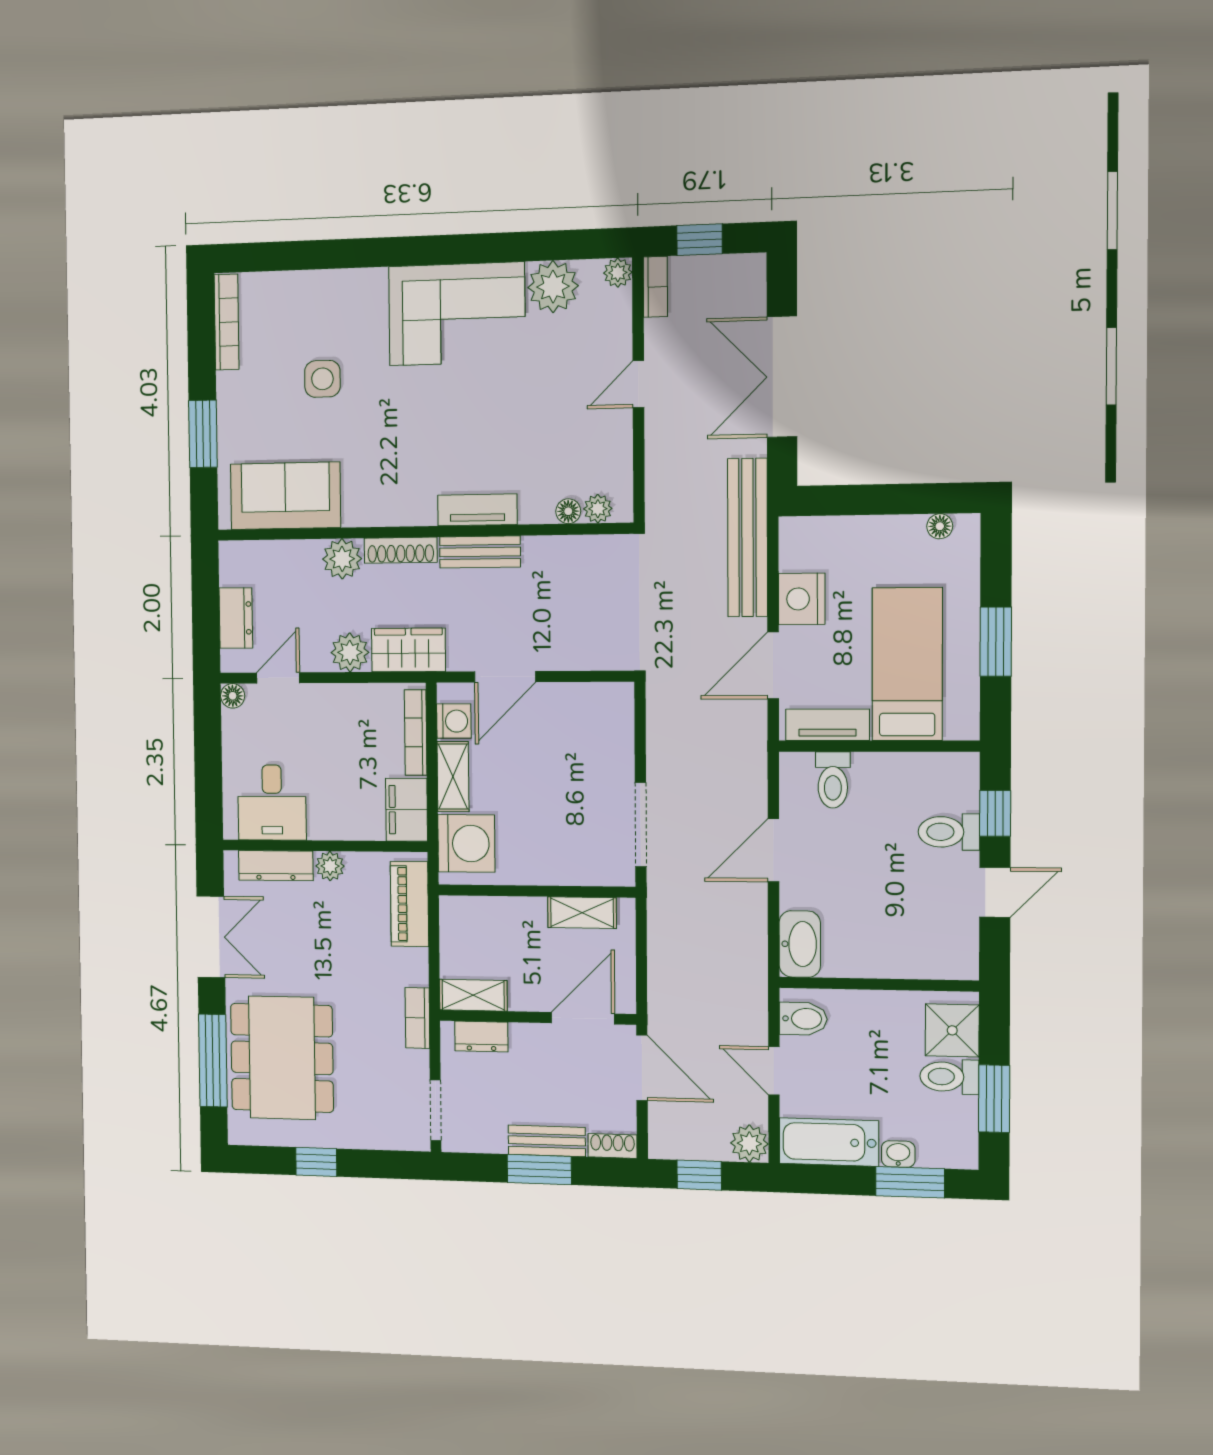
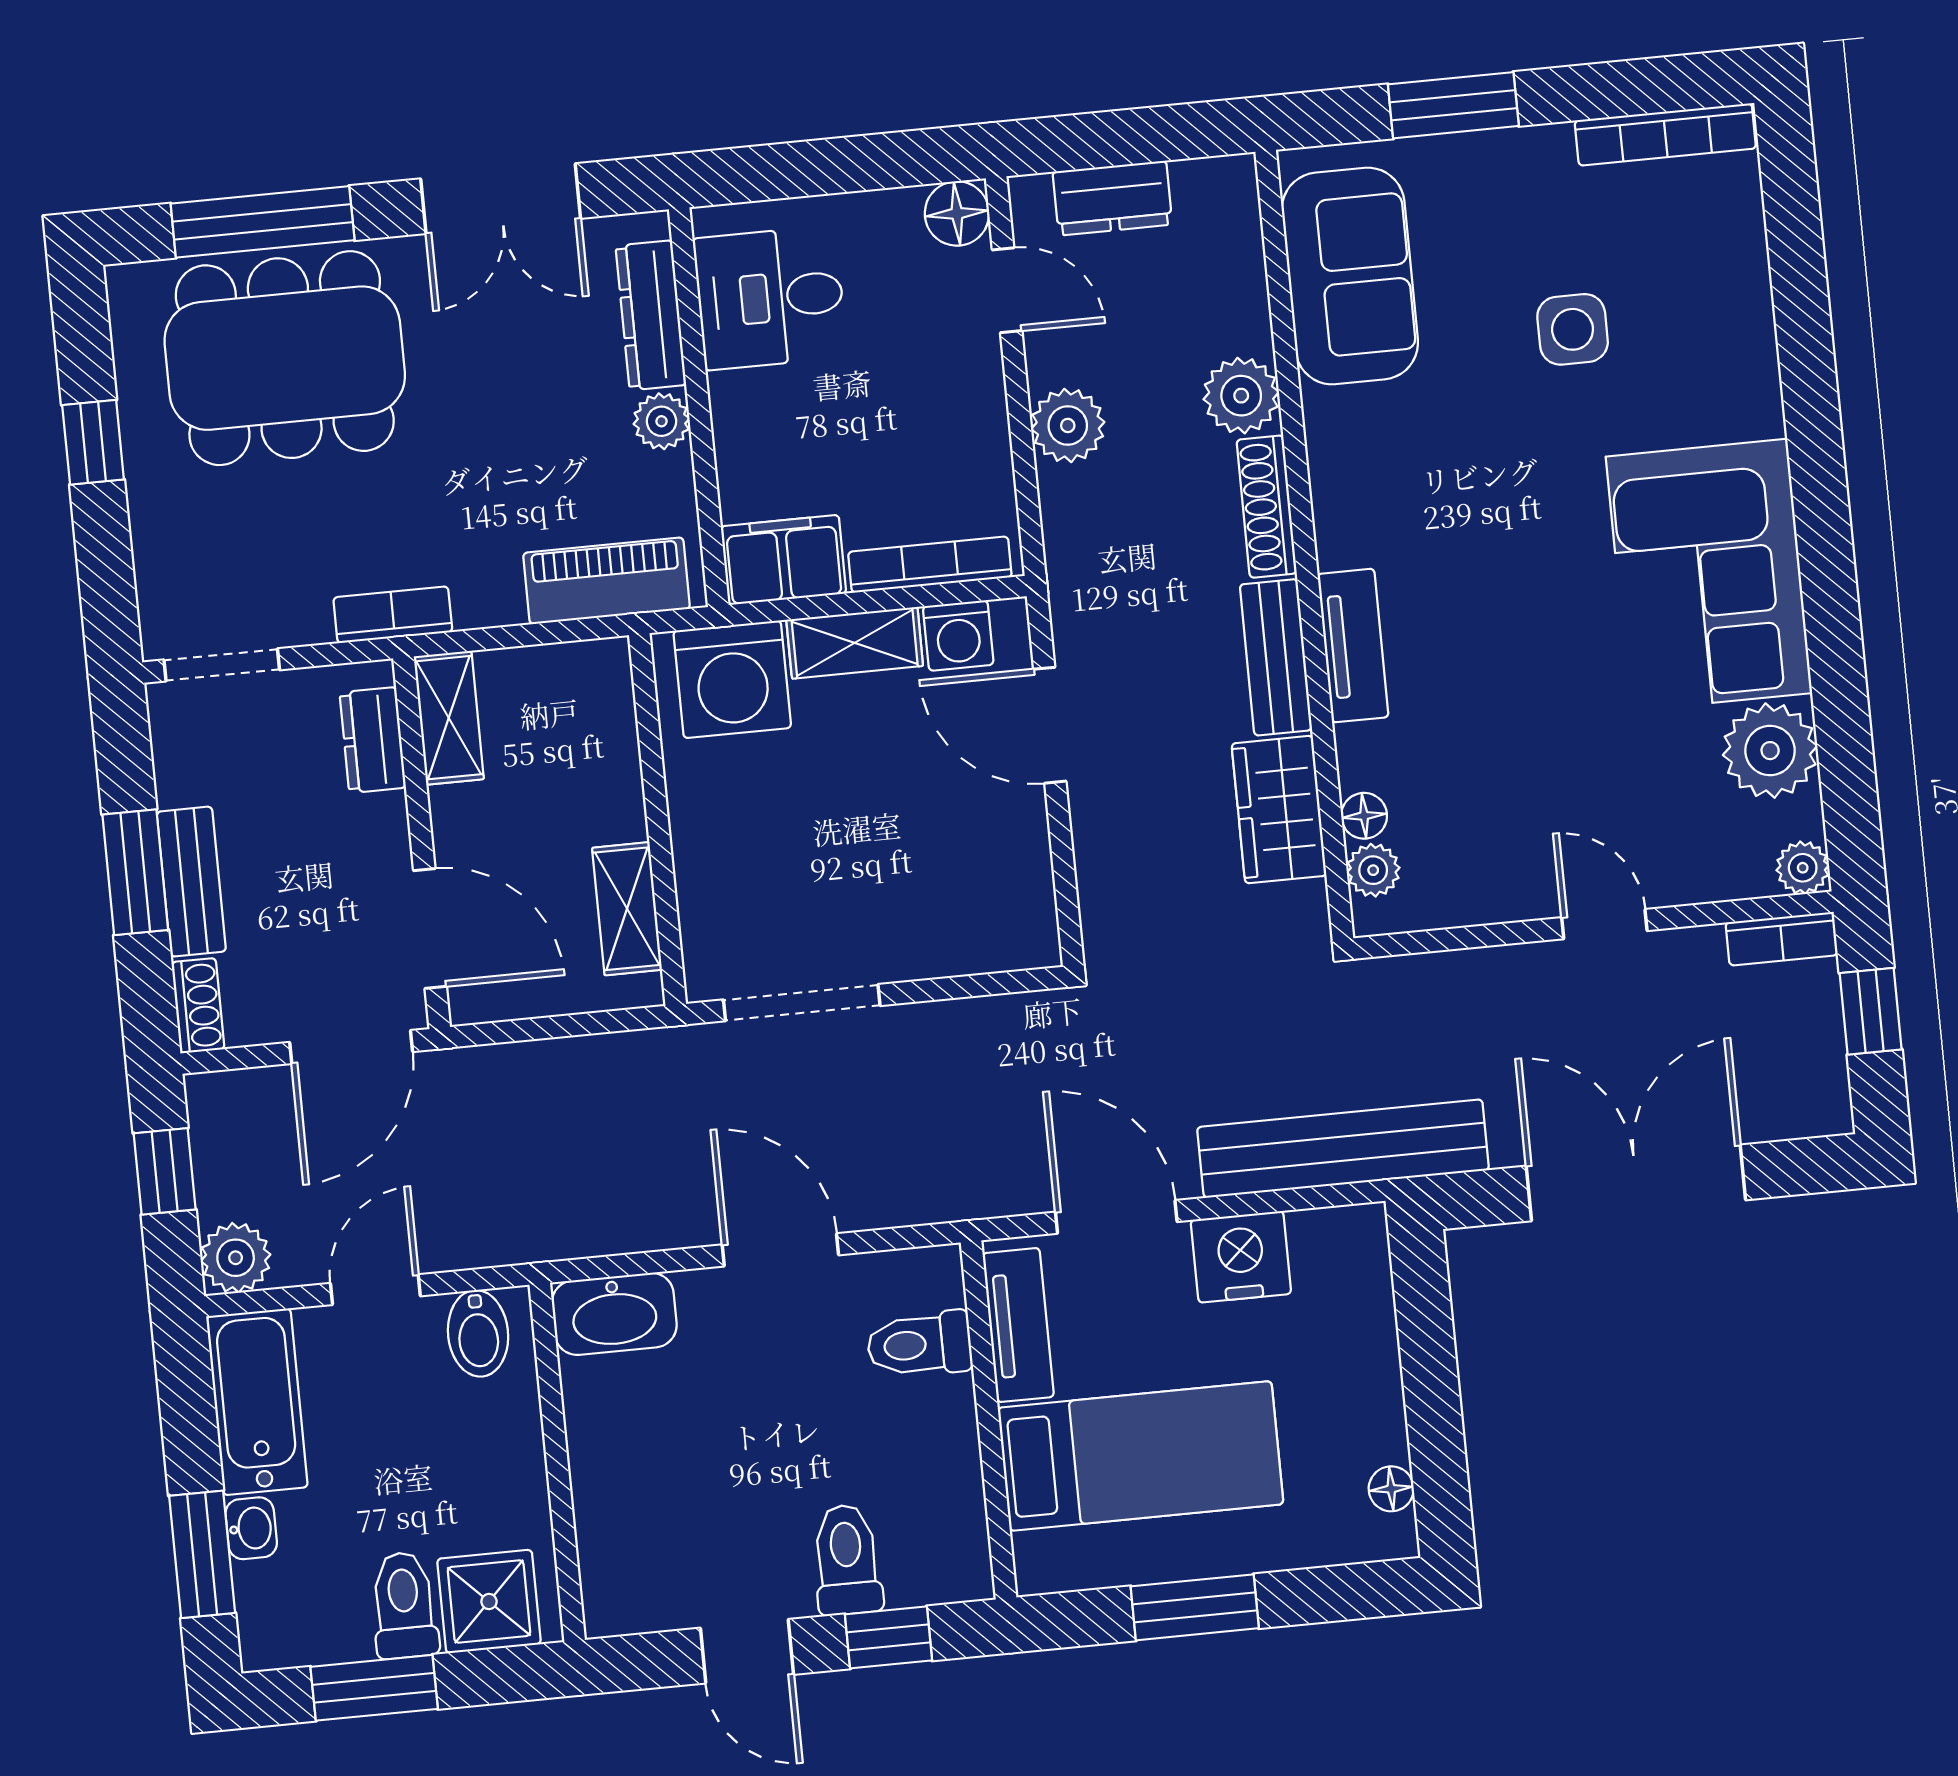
wardrobe: (408, 650) -> (1279, 810), moved, turned 180
floor lamp: (233, 696) -> (957, 213), width x1.37, depth x1.37

